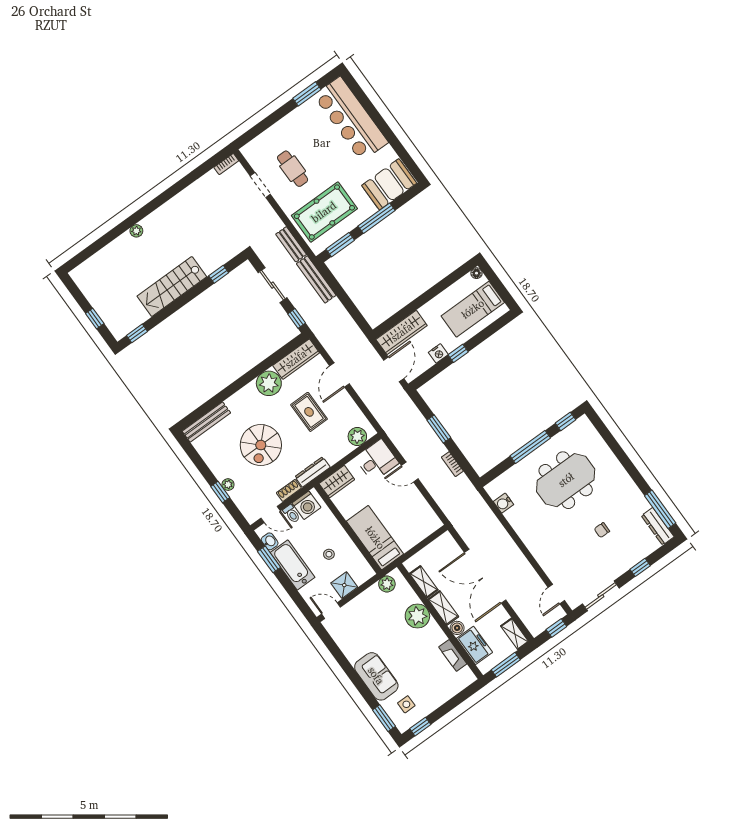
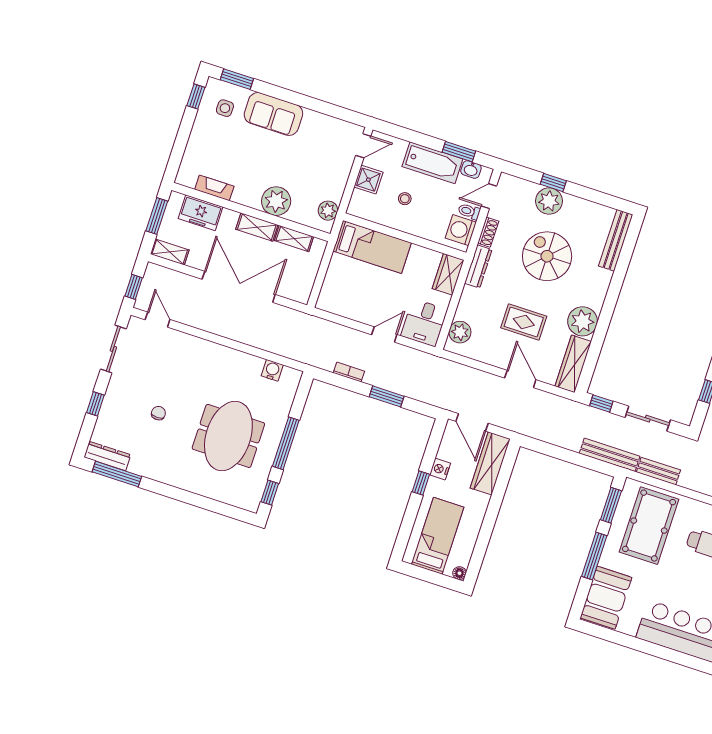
plant: (228, 485) -> (549, 201), width x1.88, depth x1.88
boiler: (457, 628) -> (230, 217), removed

